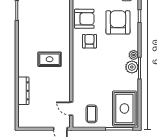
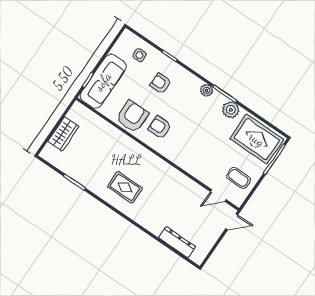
armchair: (118, 22) -> (161, 83), width x0.53, depth x0.53
rug: (50, 59) -> (125, 187), moved, turned 90
plant: (132, 67) -> (231, 110), moved
dresser: (23, 91) -> (177, 242), moved

